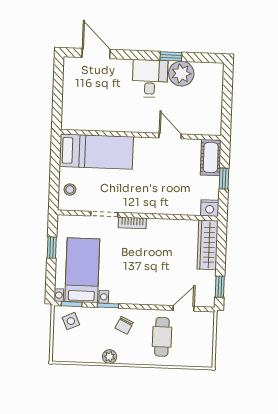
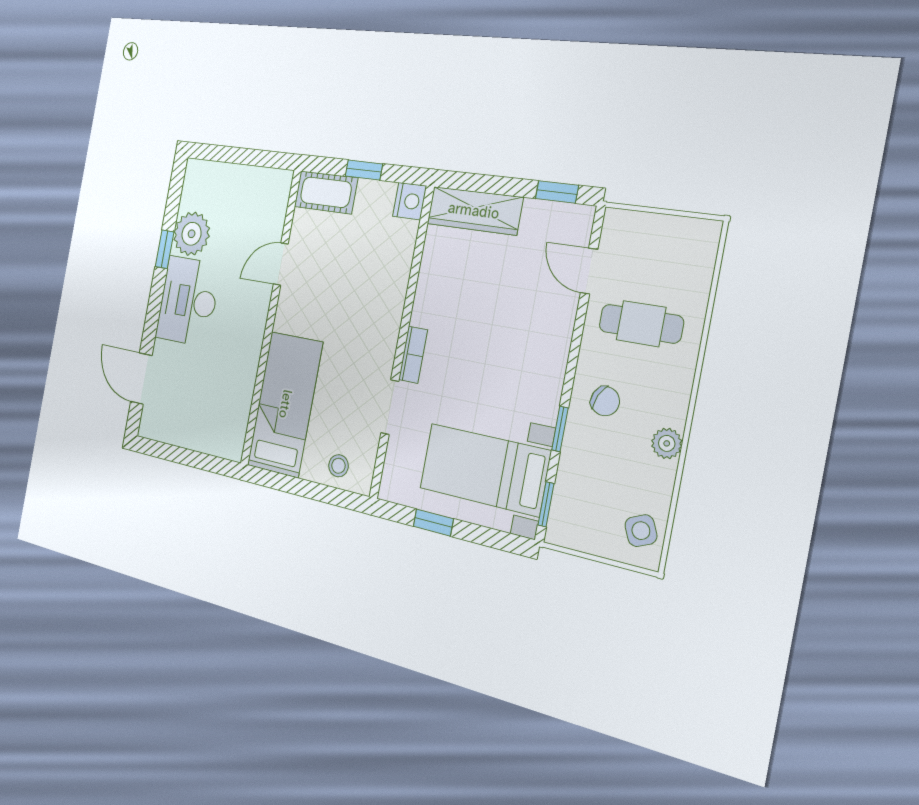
door: (96, 53) -> (141, 379), hinge flipped
desk: (150, 78) -> (188, 301), width x1.37
side table: (71, 321) -> (641, 531), moved

